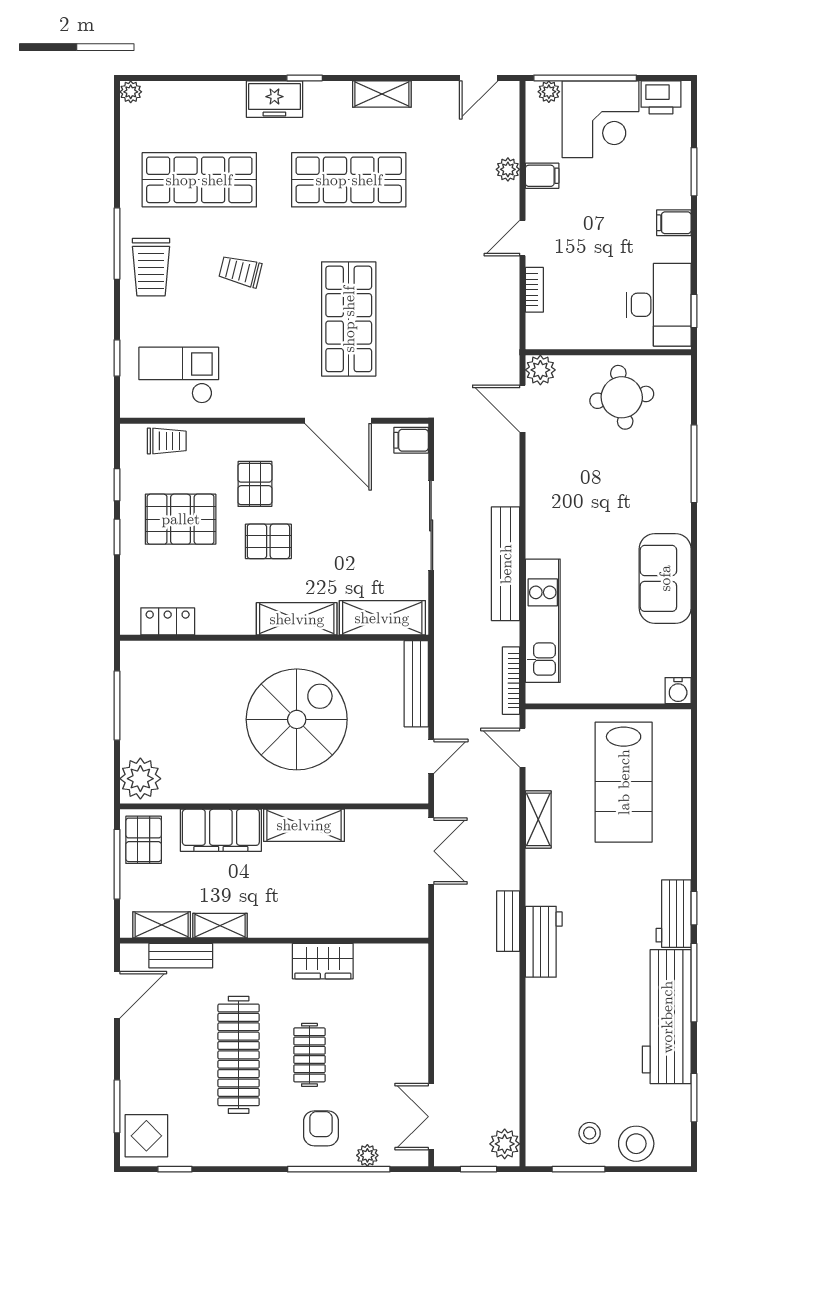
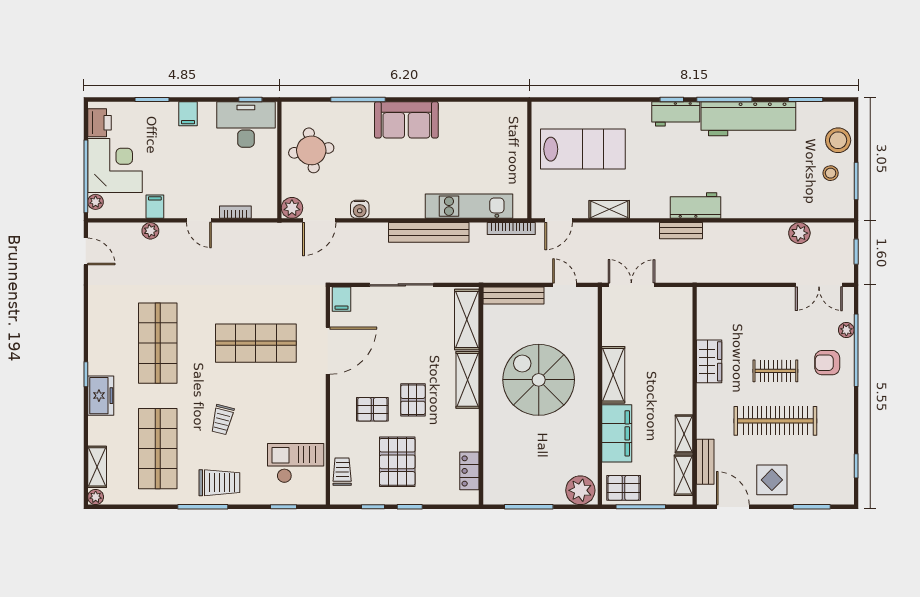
shelving: (382, 94) -> (97, 467), moved
checkout: (179, 375) -> (296, 463), turned 90
sofa: (665, 578) -> (406, 120), moved
water cooler: (678, 691) -> (360, 209), moved, turned 90
display table: (146, 1136) -> (772, 480), moved
plant: (505, 1144) -> (799, 233), moved

